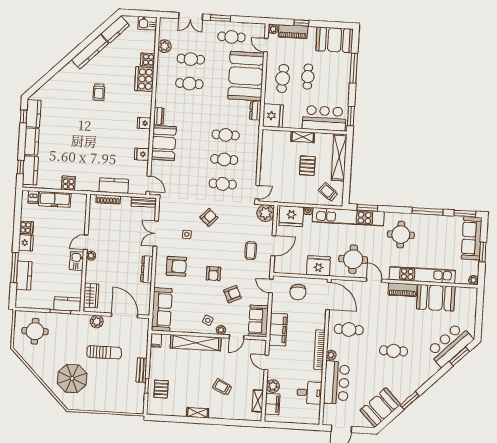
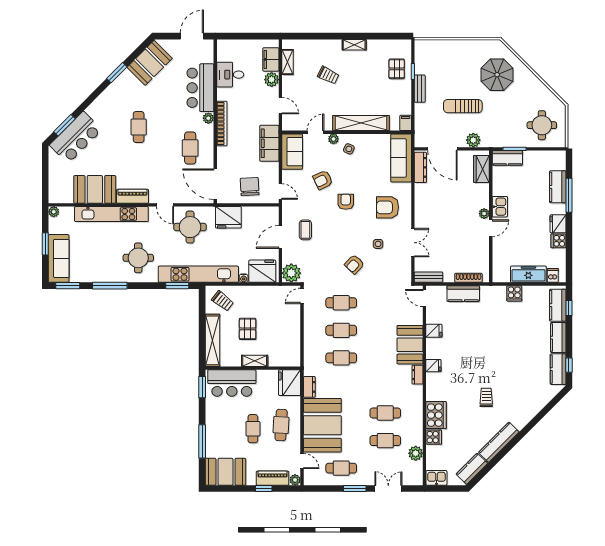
dresser: (147, 269) -> (420, 167), moved
cafe table: (349, 330) -> (190, 148), turned 90
cafe table: (394, 351) -> (139, 127), turned 90

